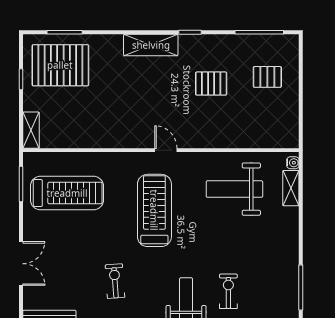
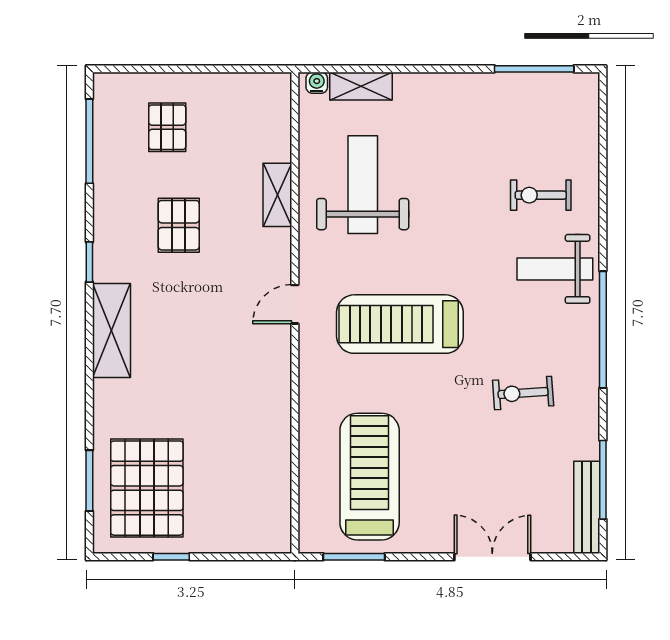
shelving: (31, 130) -> (277, 195), moved, turned 90
weight bench: (234, 189) -> (363, 185), turned 180

